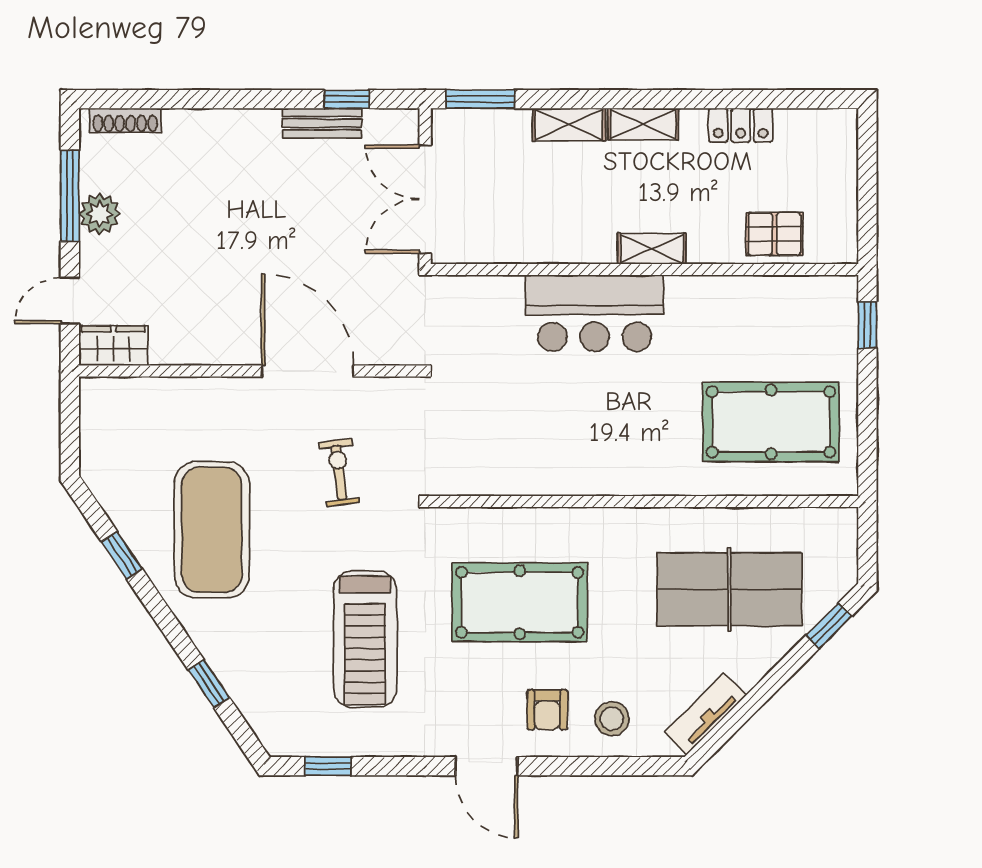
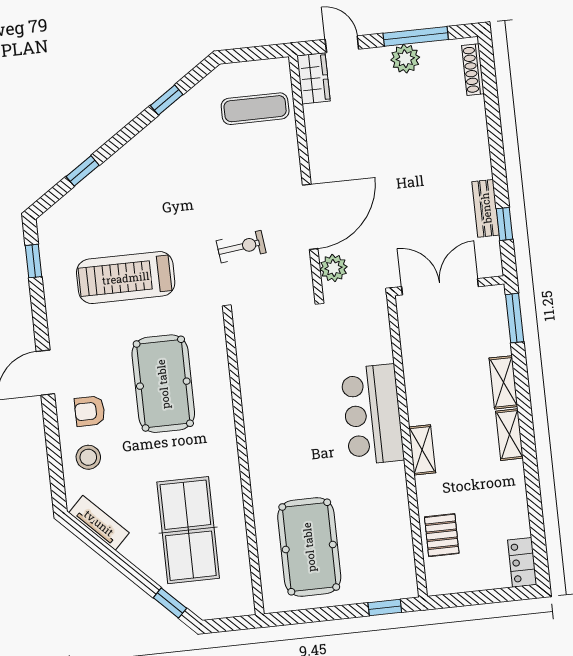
locker: (741, 125) -> (522, 562), moved
plant: (383, 346) -> (334, 268), added
exercise mat: (212, 530) -> (255, 109), moved, width x0.50, depth x0.69

